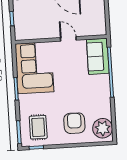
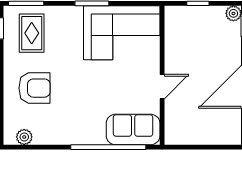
rug: (38, 127) -> (32, 33), turned 90
plant: (103, 128) -> (24, 137), width x0.53, depth x0.53

